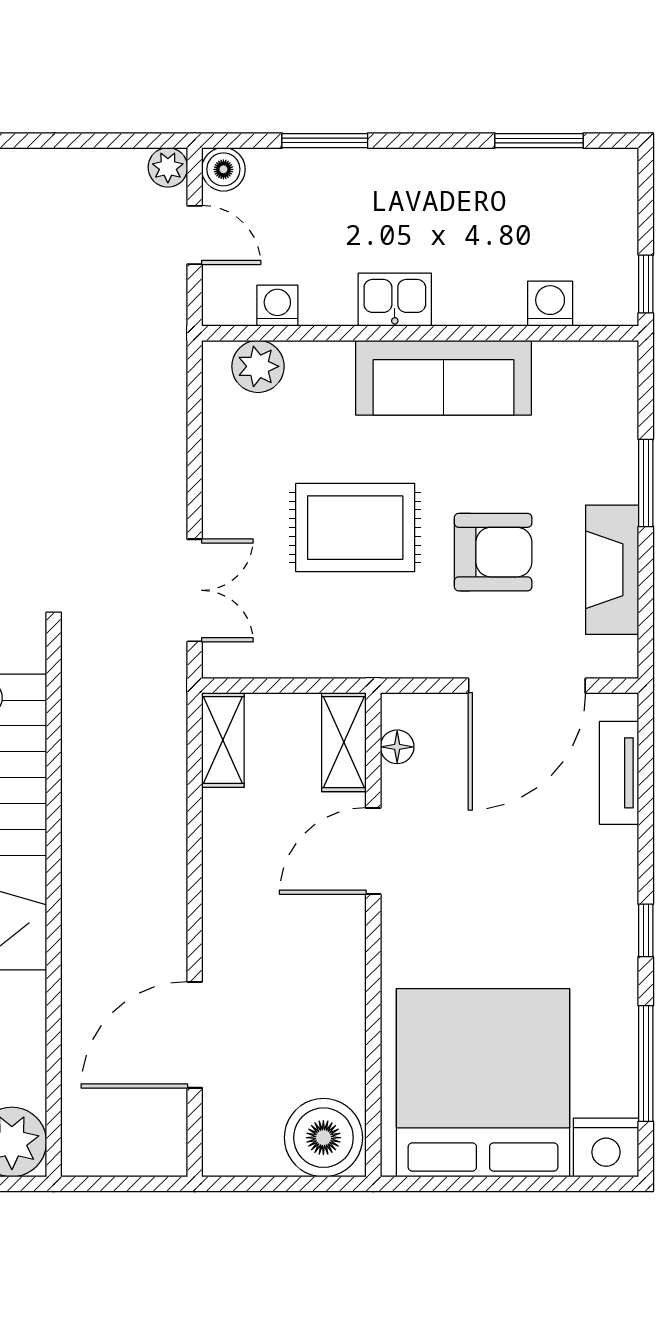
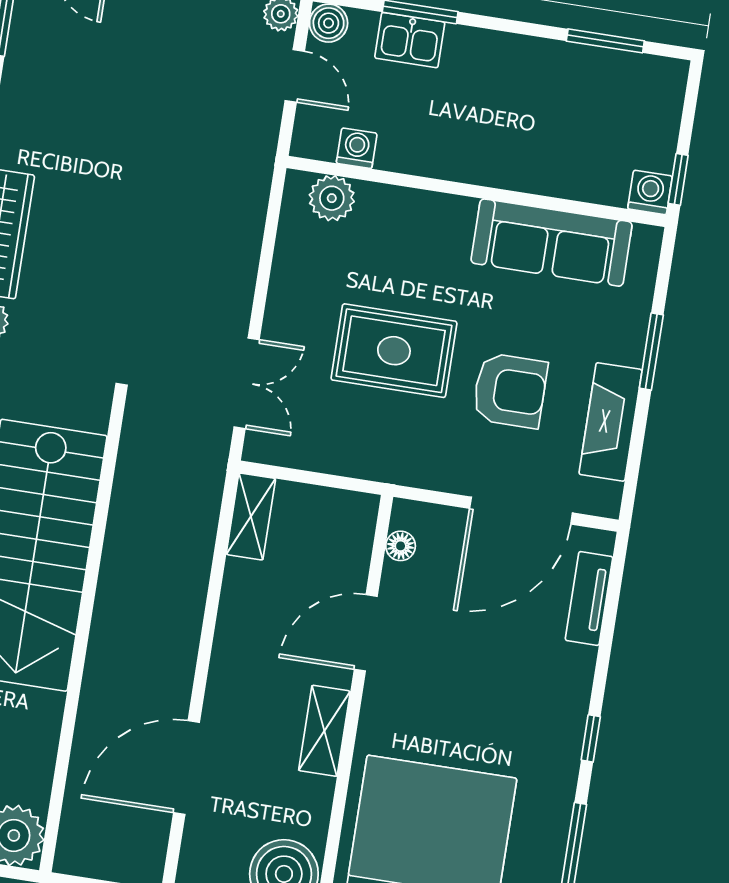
kitchen sink: (395, 300) -> (410, 40), moved, turned 180
washing machine: (550, 304) -> (650, 192), moved
sofa: (443, 378) -> (552, 243), moved
shelving: (344, 742) -> (324, 731), moved

